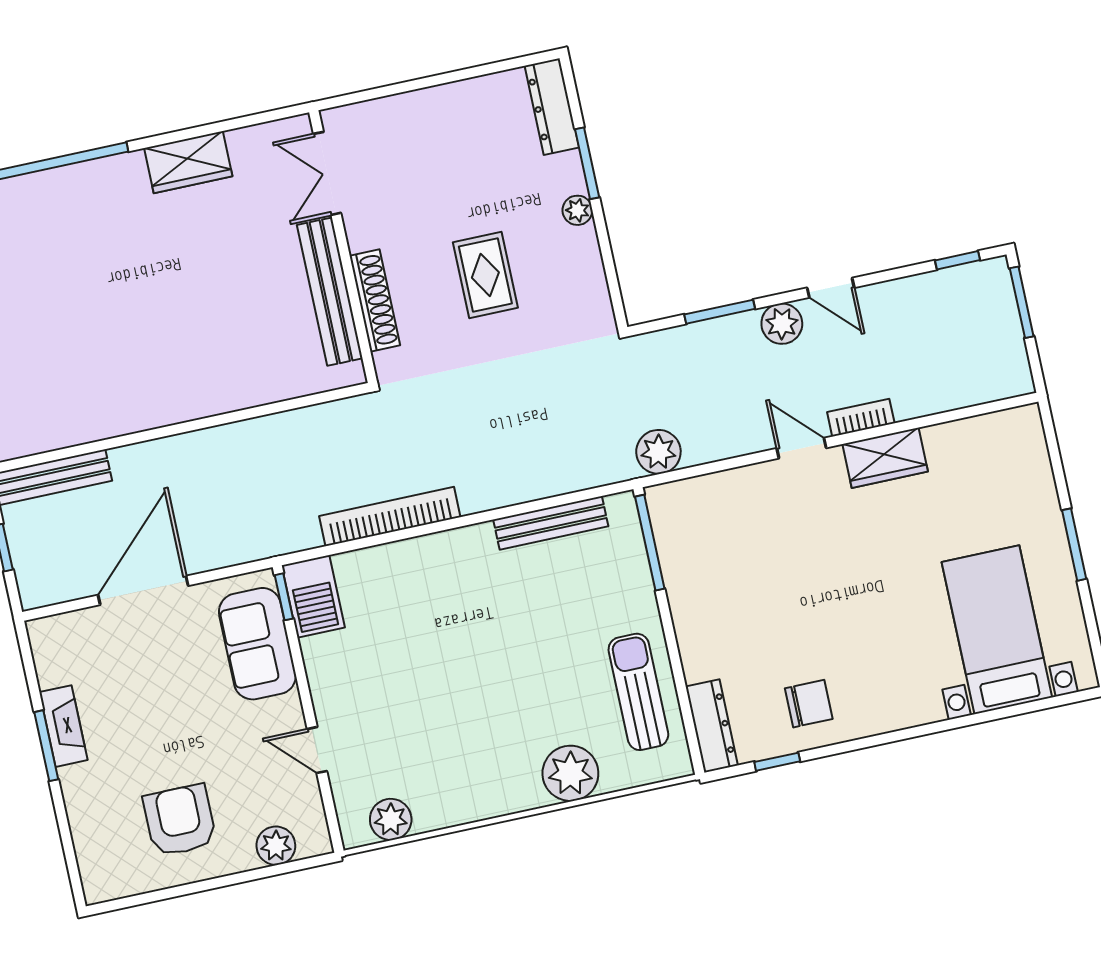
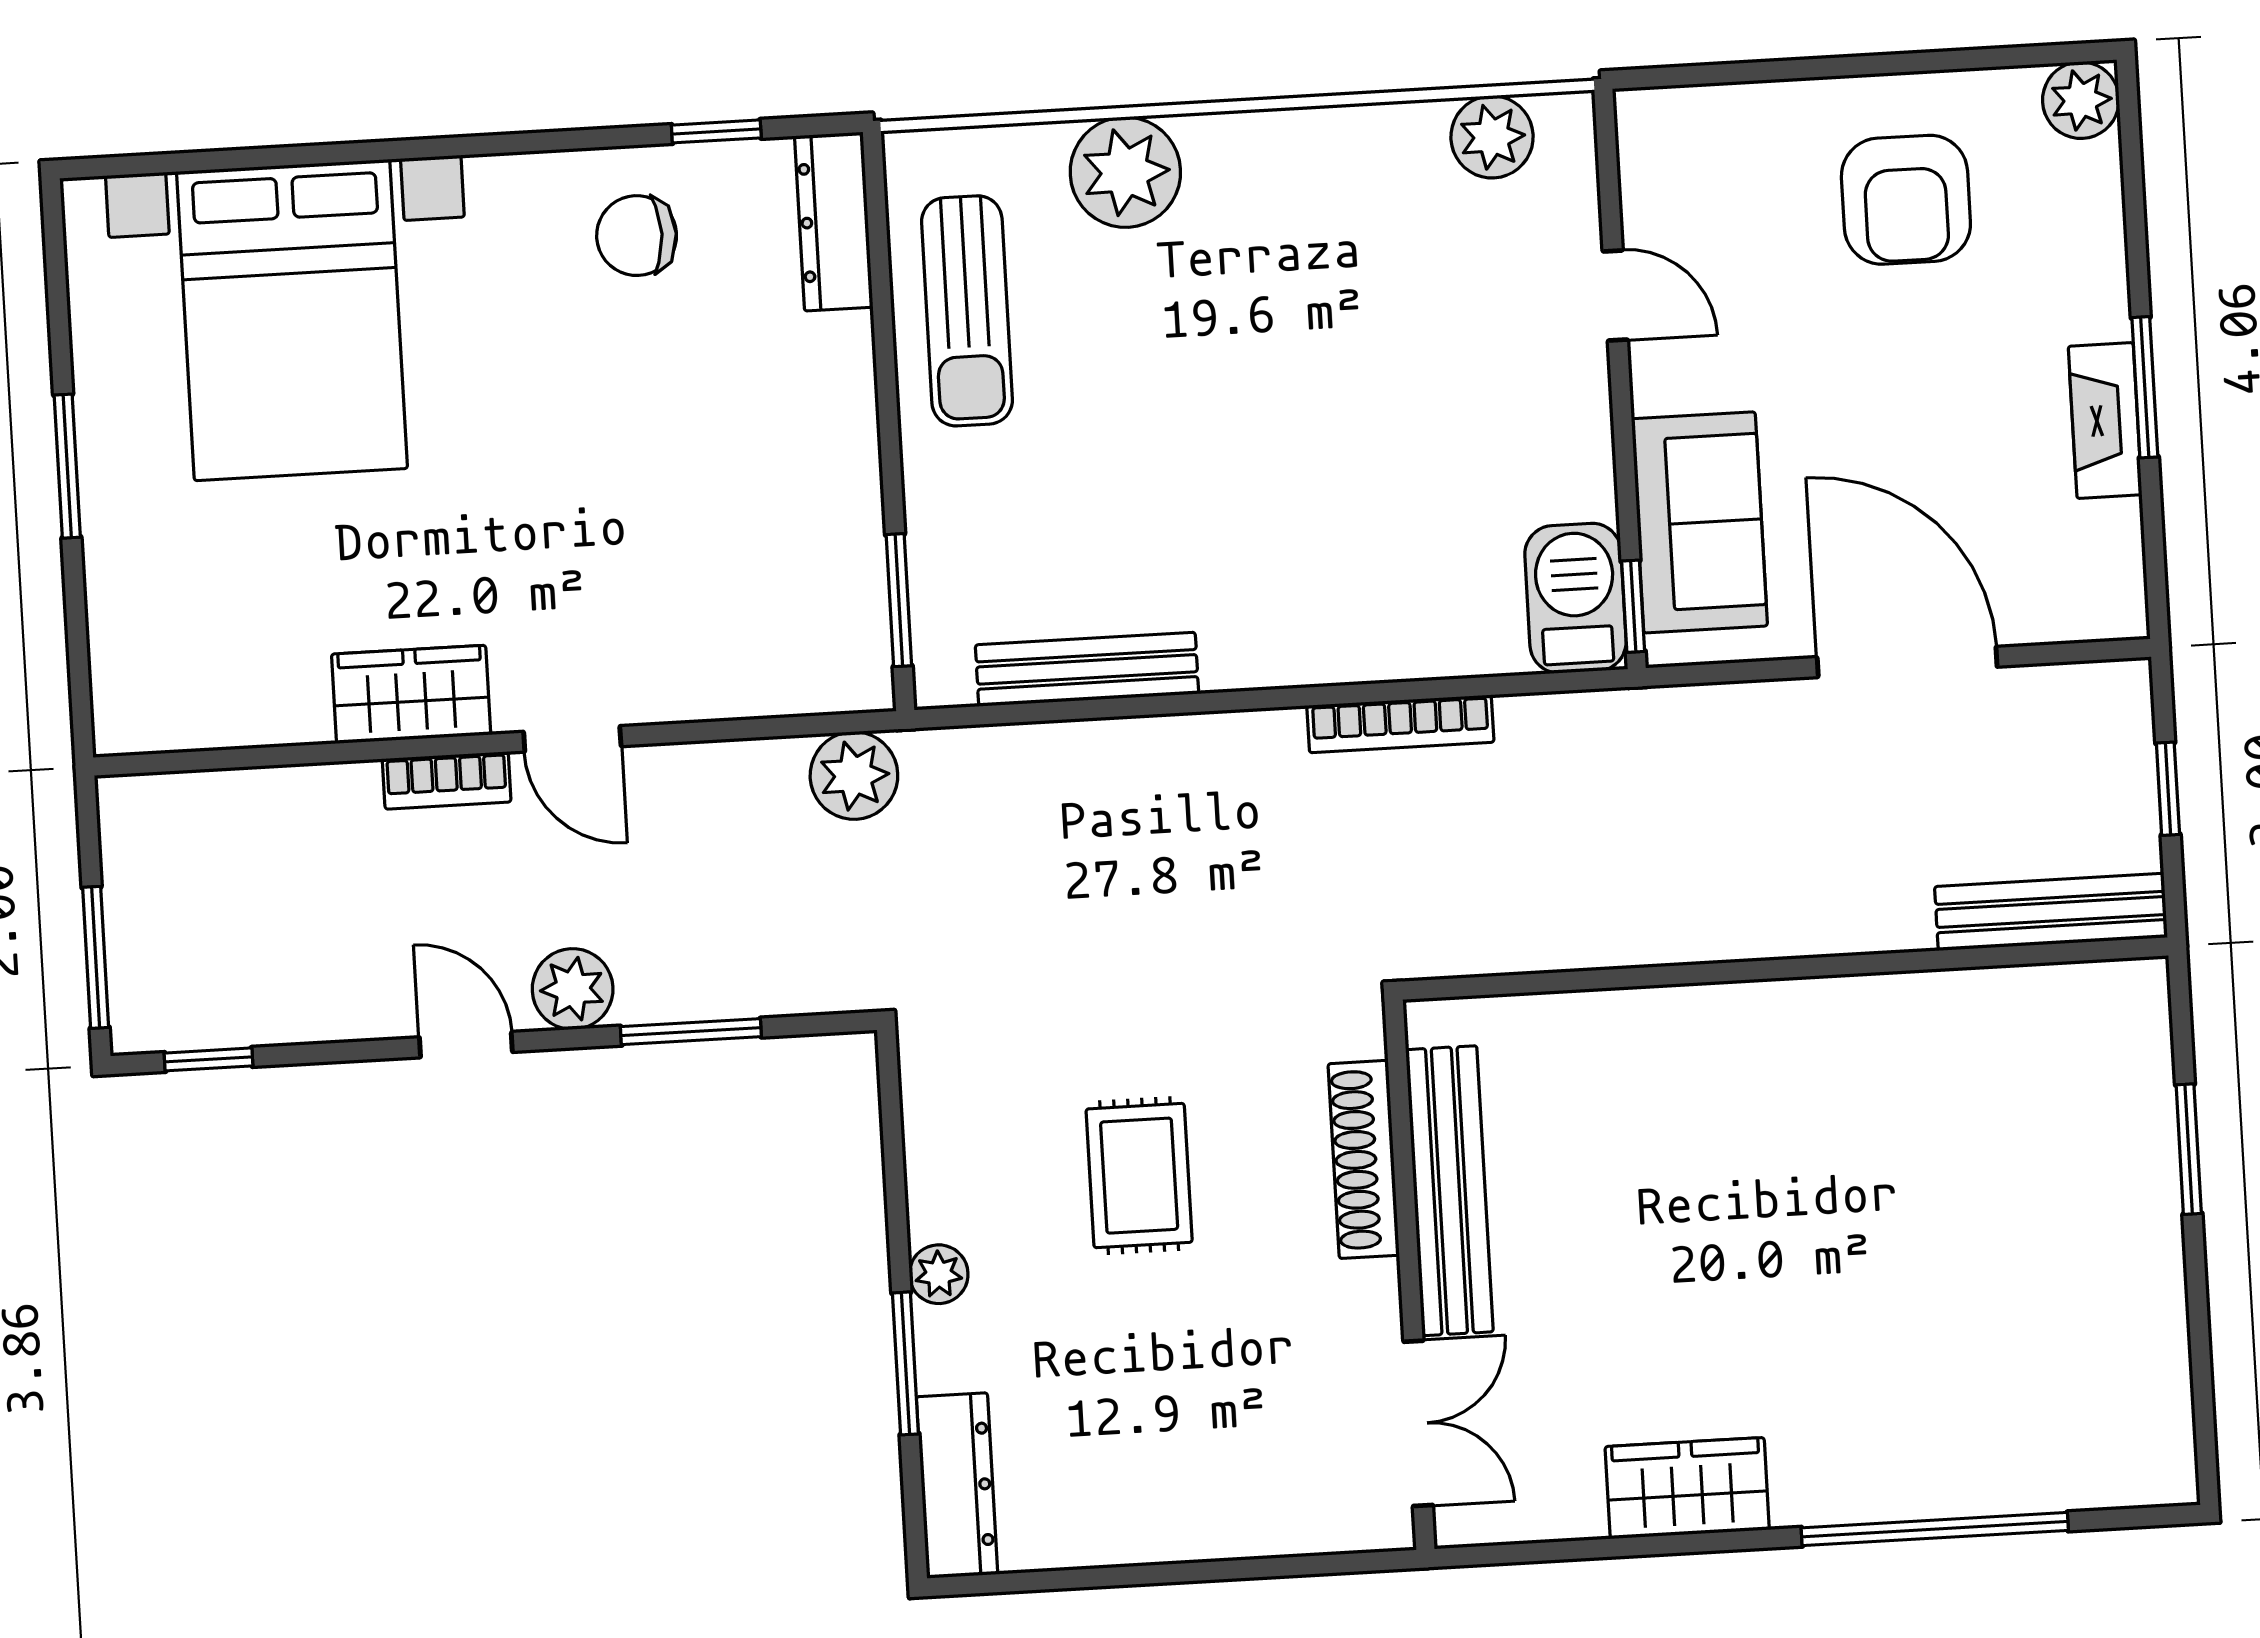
bookcase: (390, 517) -> (1400, 724), width x0.68, depth x0.76
window: (650, 543) -> (899, 600), width x0.69
door: (143, 590) -> (1907, 662), swing flipped
bed with nightstands: (997, 630) -> (292, 320), width x1.36
plant: (276, 846) -> (2081, 100), moved

